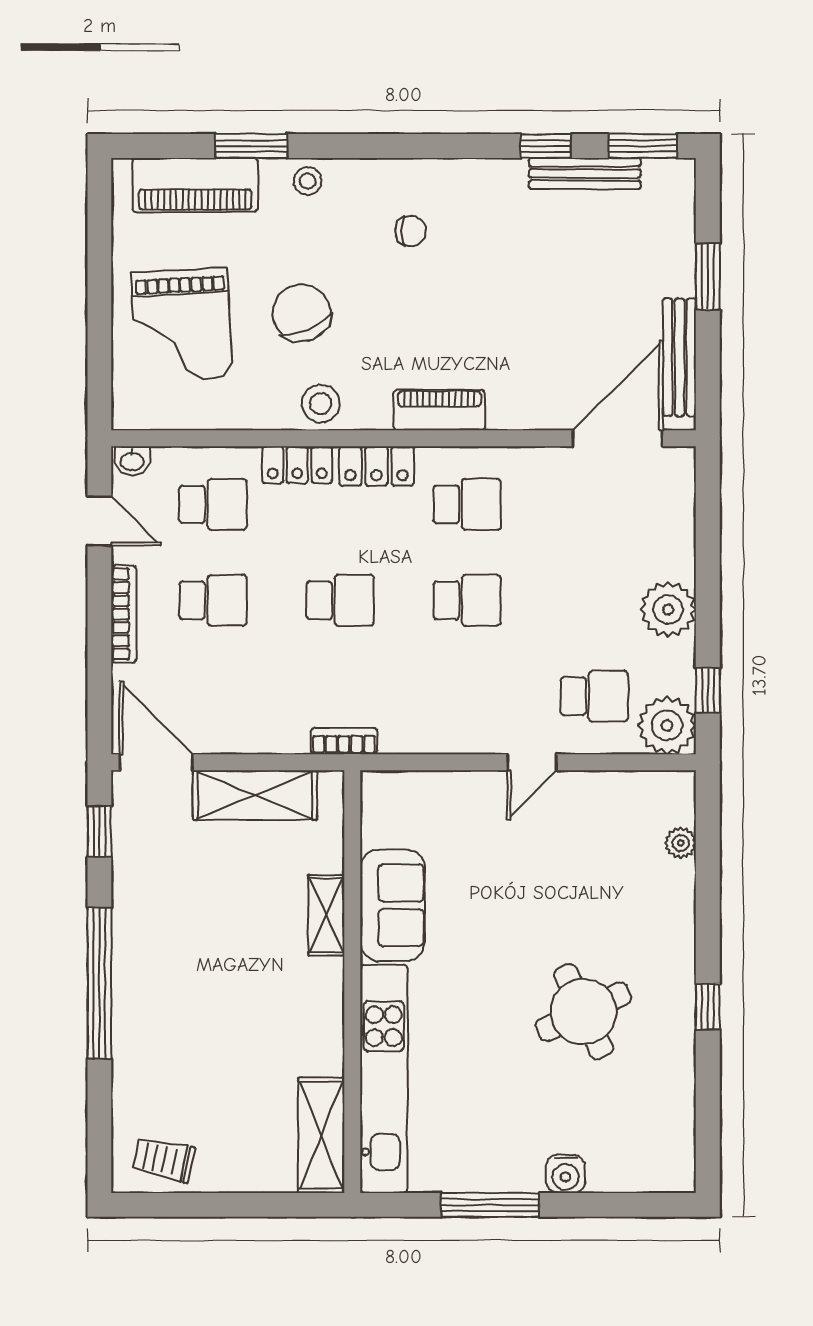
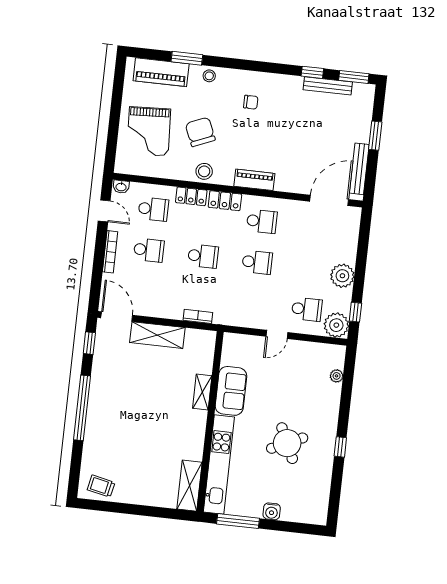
sofa: (393, 905) -> (231, 391), moved
shelving: (326, 915) -> (202, 392), moved
wall: (352, 982) -> (210, 422), moved
kitchen unit: (384, 1079) -> (219, 464), moved
shelving: (321, 1135) -> (190, 486), moved

